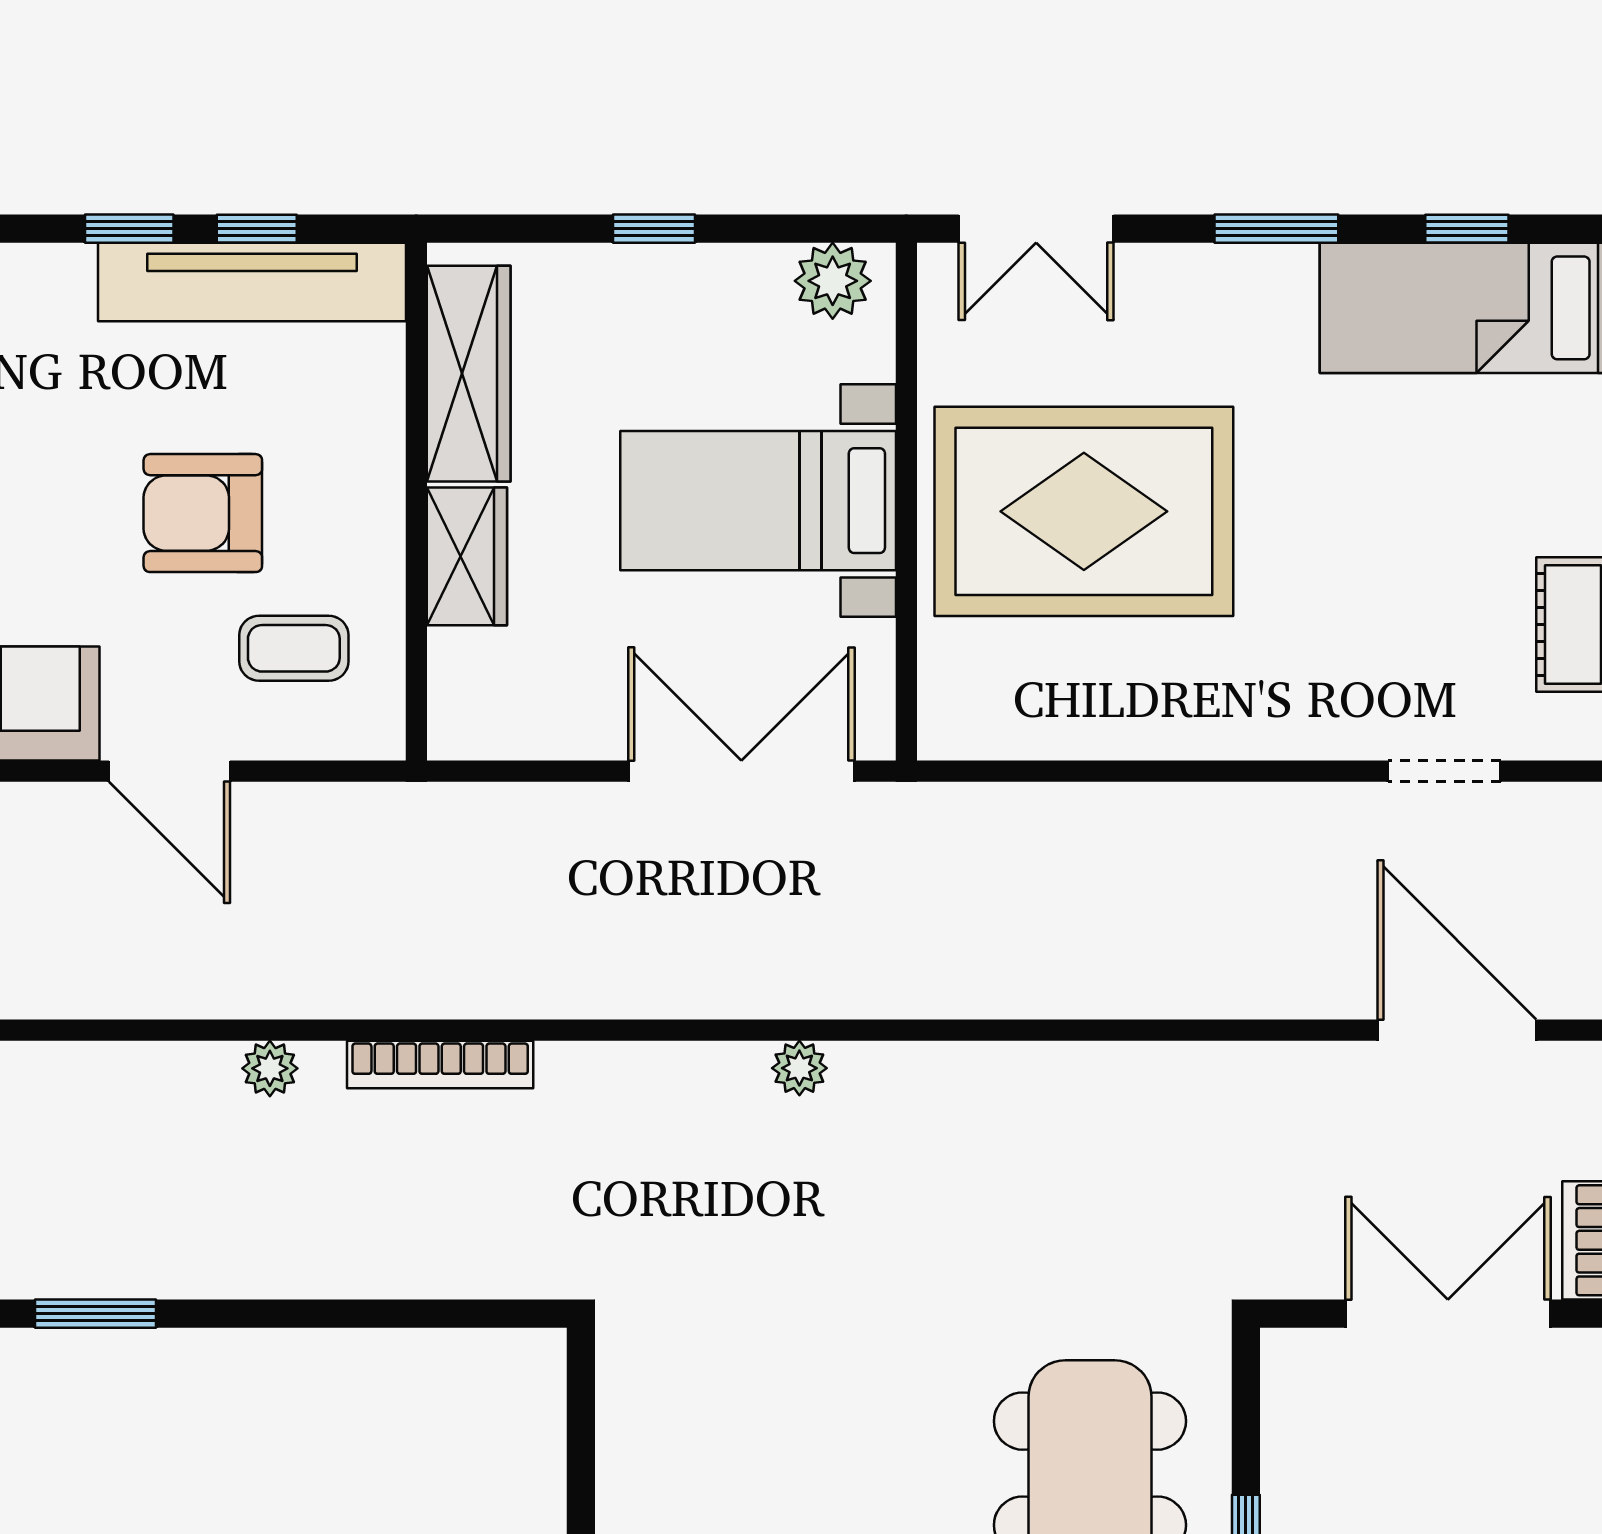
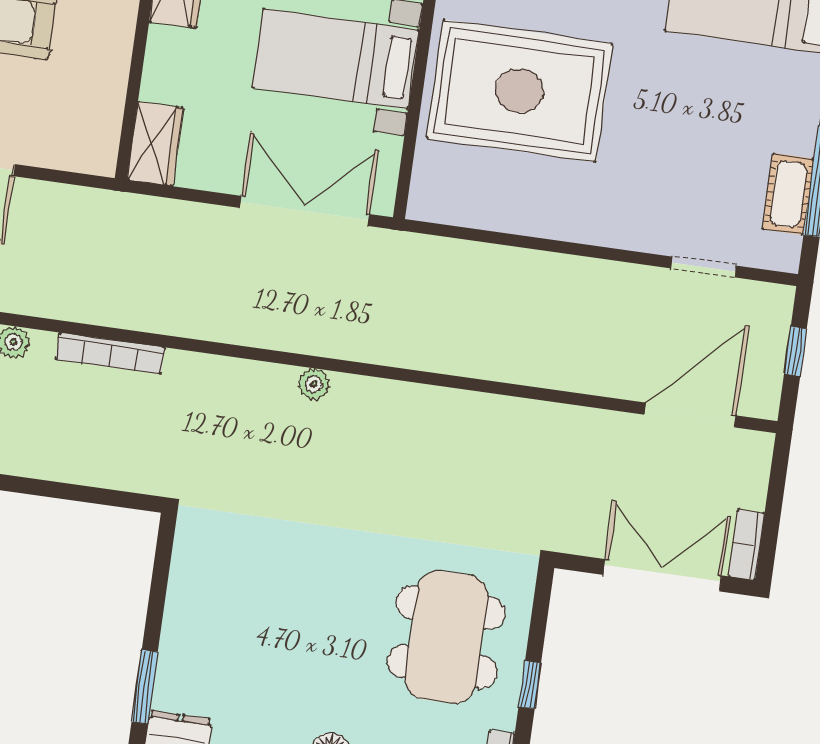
wardrobe: (467, 556) -> (155, 144), moved
coffee table: (294, 648) -> (60, 106), removed
door: (1457, 1030) -> (690, 415), hinge flipped

